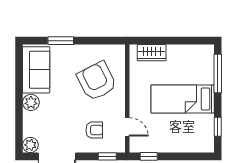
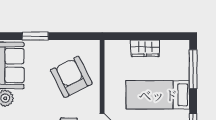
wardrobe: (152, 53) -> (145, 48), moved

